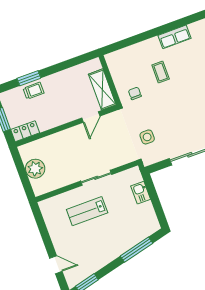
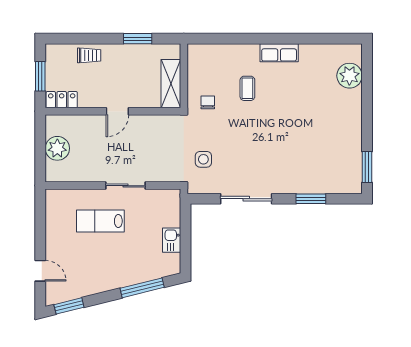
window: (29, 78) -> (138, 39), moved
door: (91, 117) -> (117, 111), moved
kitchen sink: (141, 193) -> (172, 240), moved

